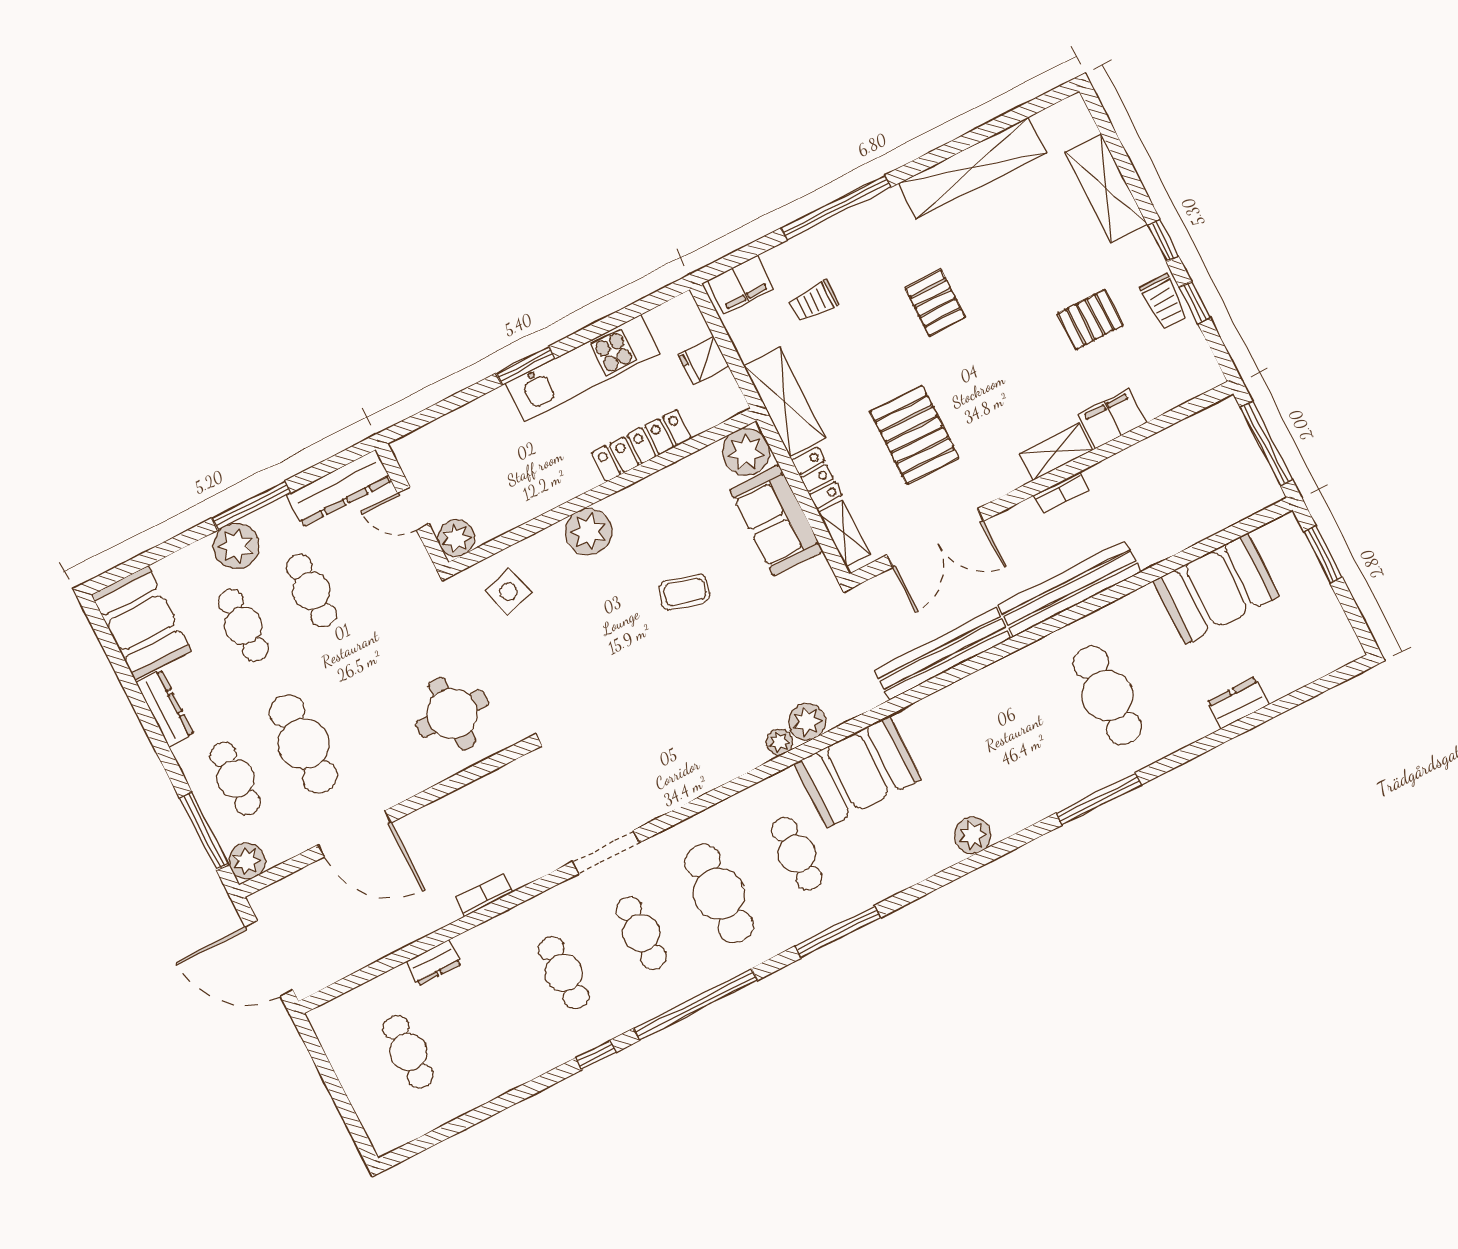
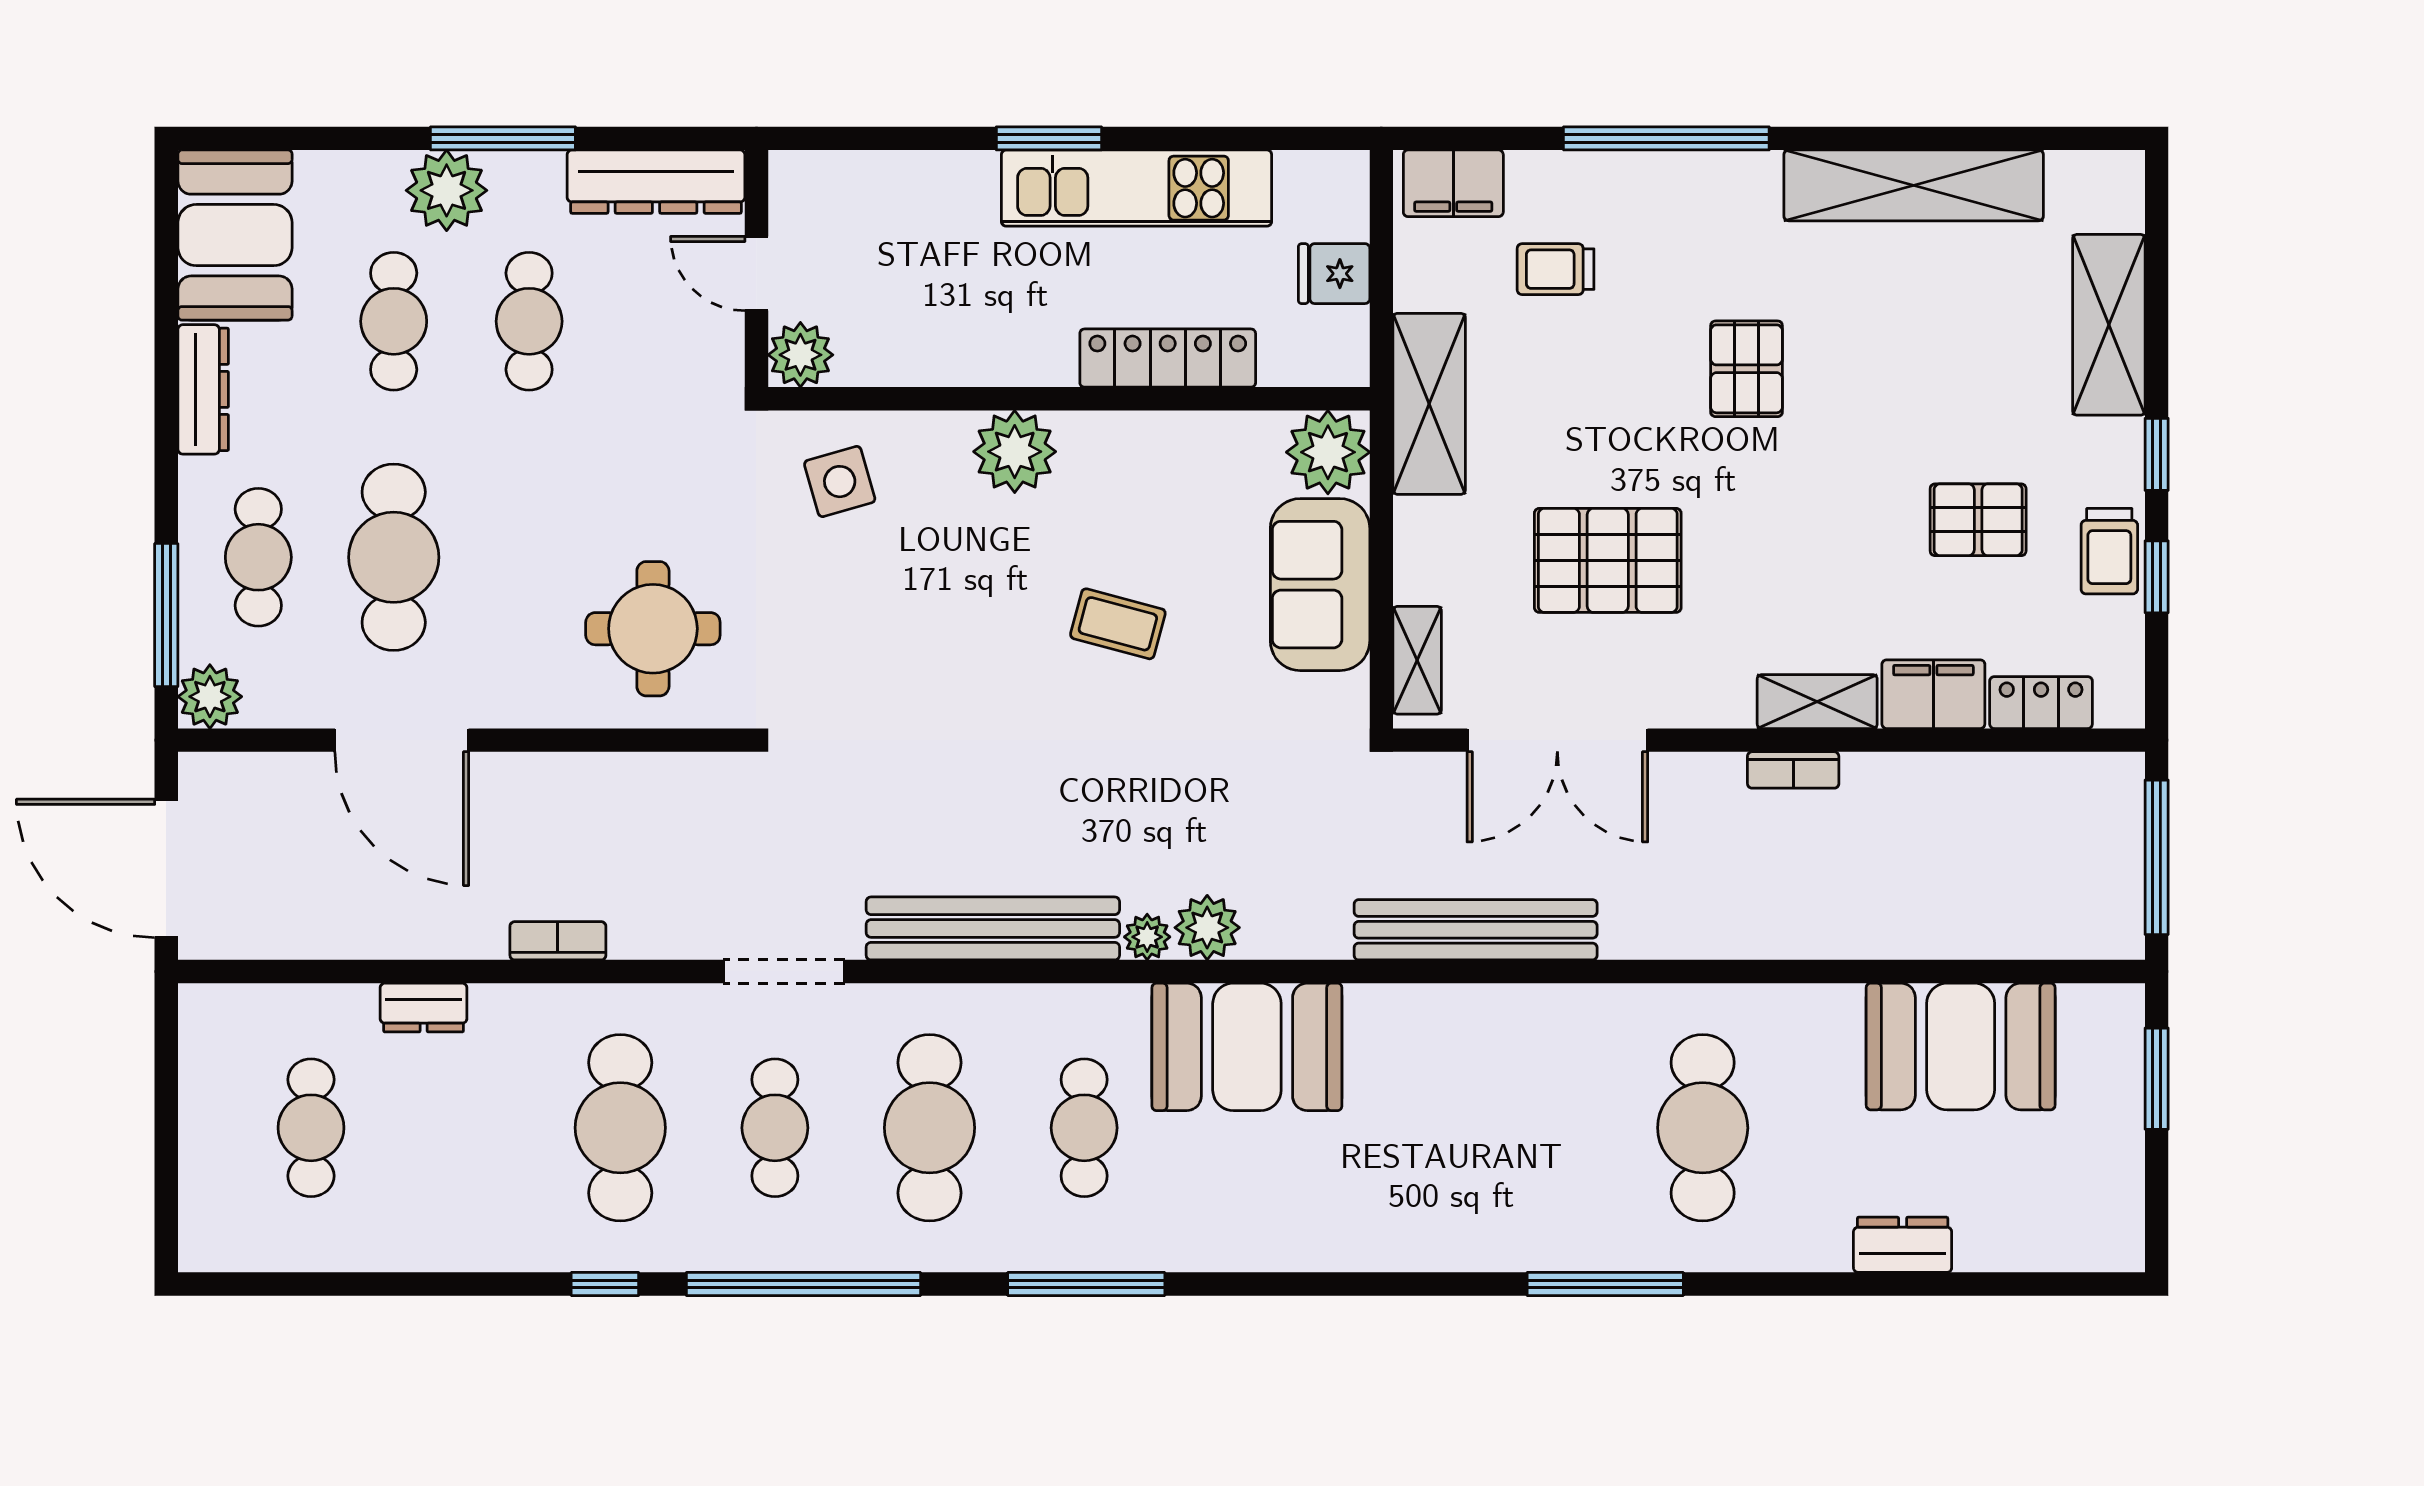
pallet: (914, 435) -> (1608, 560), turned 90
locker: (817, 478) -> (2041, 703), moved, turned -90
bench: (1069, 589) -> (993, 928), moved
plant: (973, 835) -> (1377, 1240), removed
cafe table: (564, 973) -> (620, 1128), width x1.37, depth x1.35

